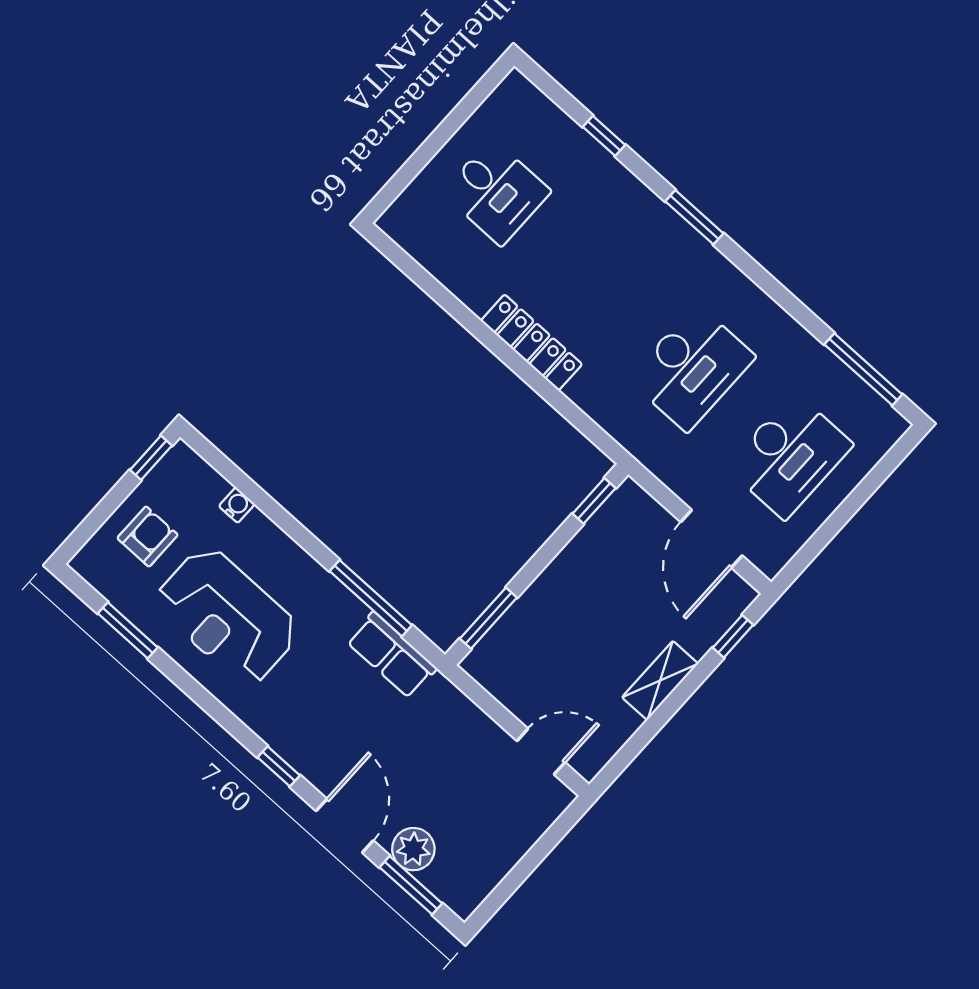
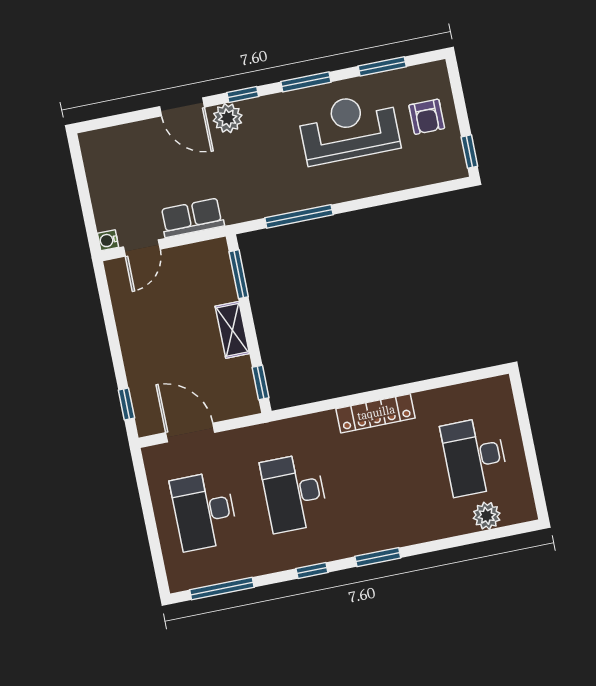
plant: (554, 128) -> (487, 516), added
window: (604, 136) -> (312, 570), moved
desk: (496, 192) -> (475, 456), width x1.37
water cooler: (237, 505) -> (108, 240), moved, turned 90
row of seats: (392, 655) -> (192, 218), moved
shelving: (660, 680) -> (232, 330), moved
plant: (413, 849) -> (228, 118), moved
window: (411, 885) -> (306, 82), moved

